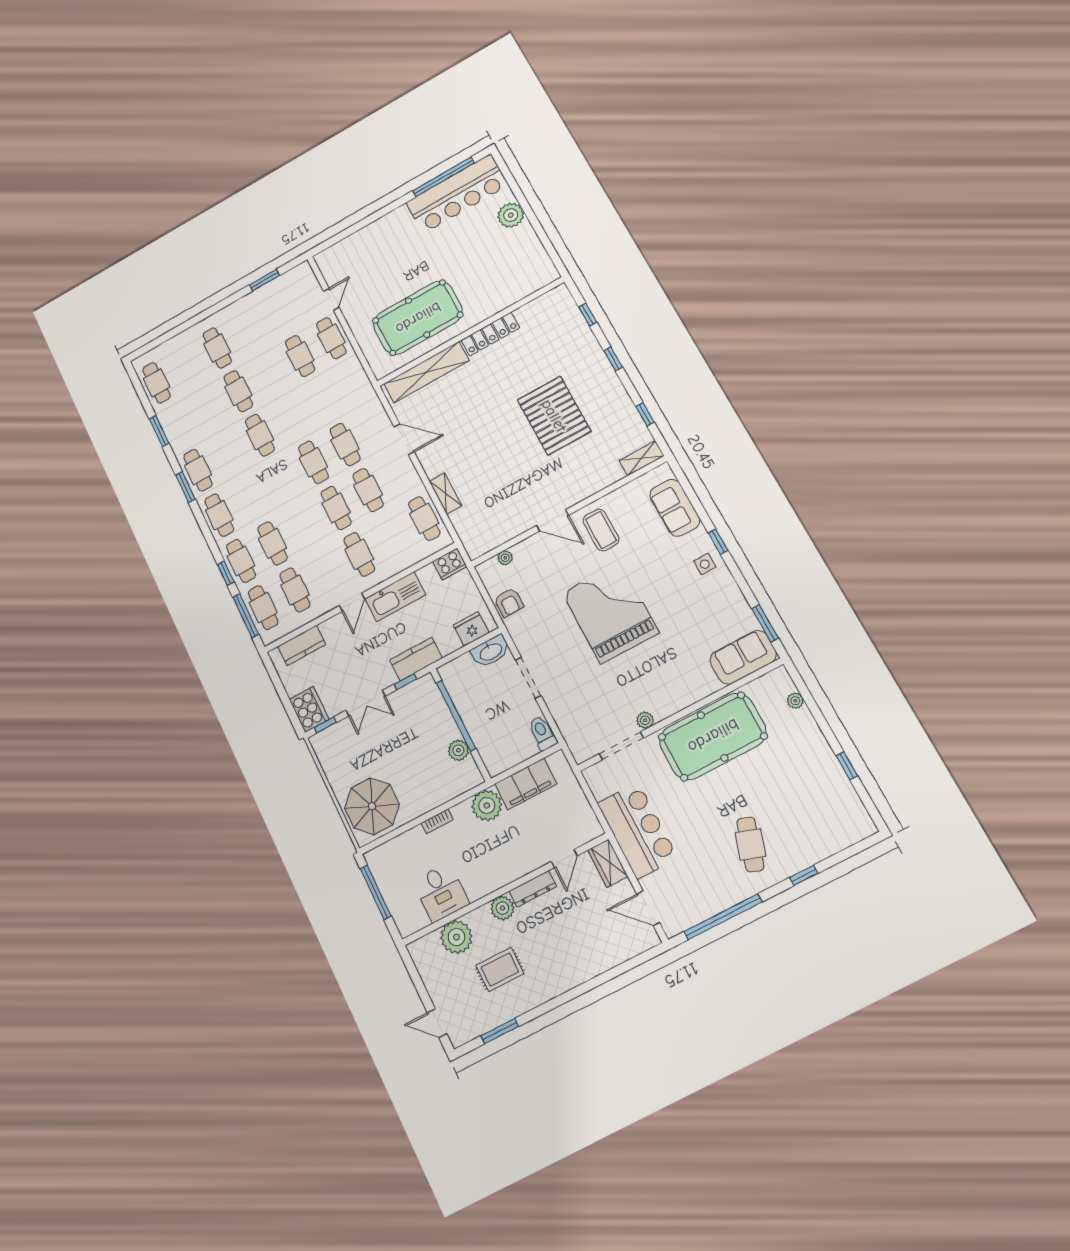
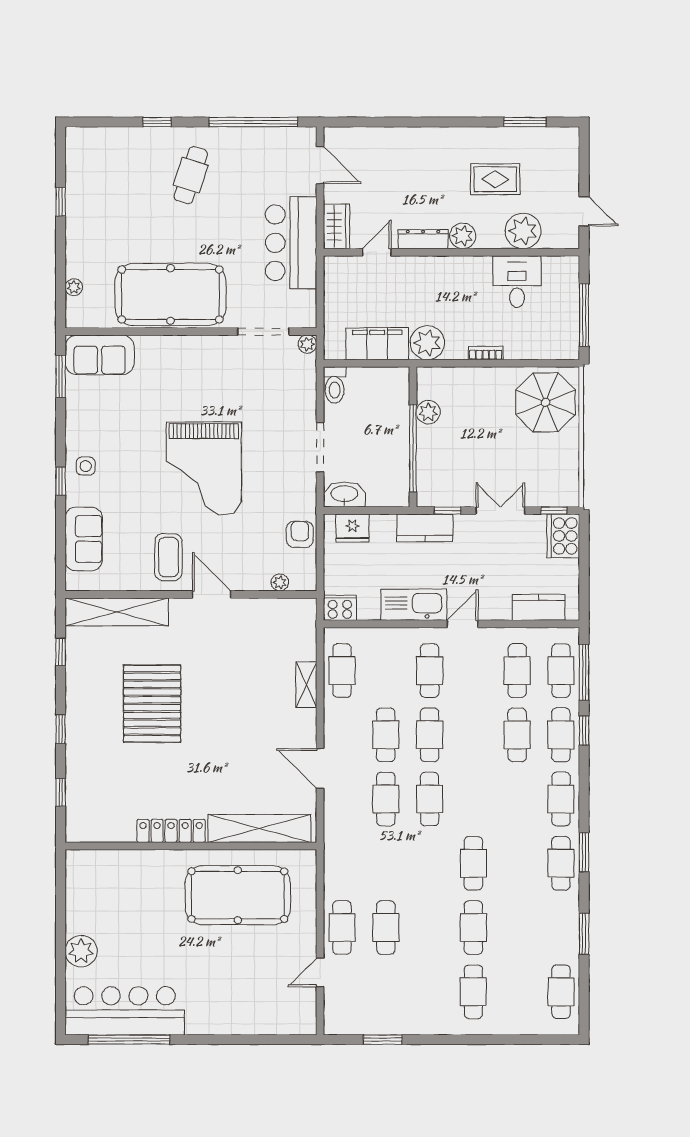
shelving: (642, 458) -> (117, 612), width x2.20, depth x1.33
plant: (645, 720) -> (307, 344), moved
door: (437, 1023) -> (584, 211), moved

